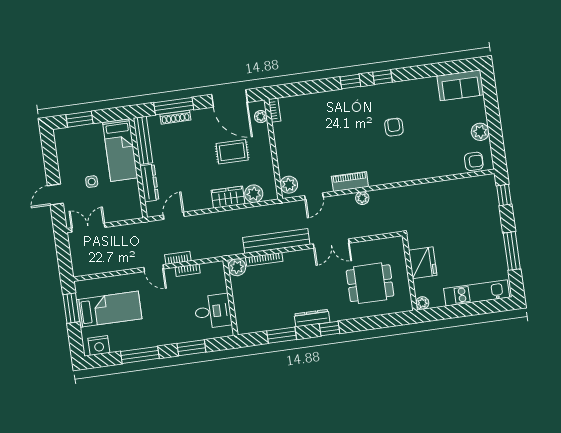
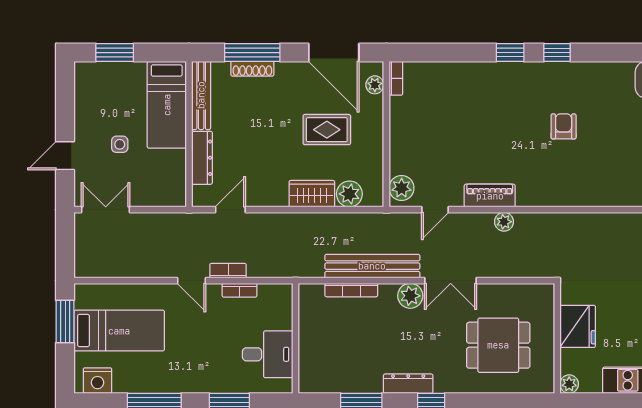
plant: (237, 267) -> (410, 296), moved

